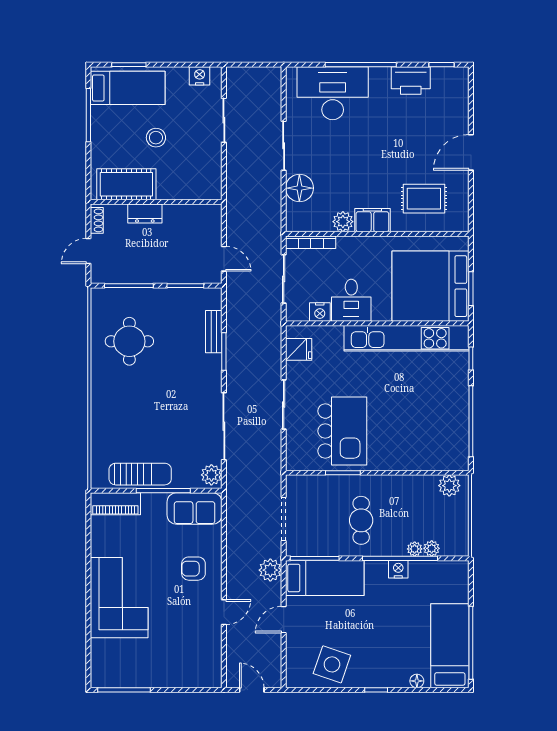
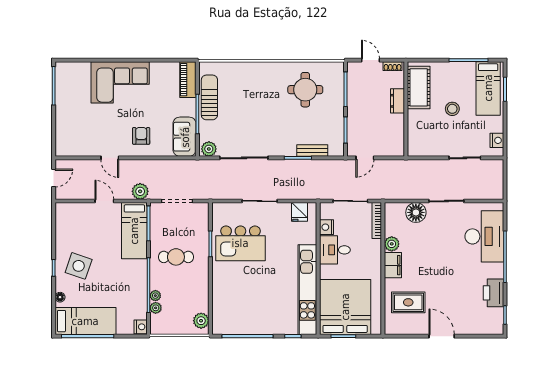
rug: (424, 199) -> (408, 302), turned 90
sun lounger: (140, 474) -> (209, 97), turned 180
nightstand: (398, 569) -> (141, 327), moved
side table: (332, 664) -> (79, 266), moved

